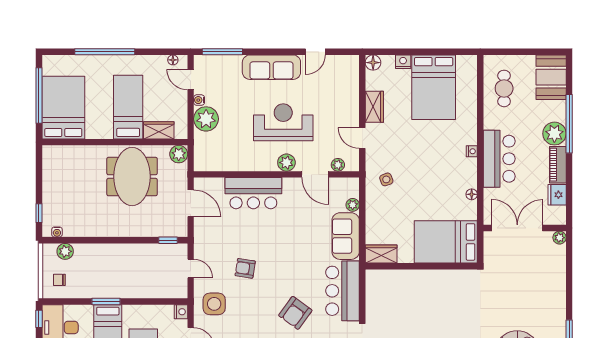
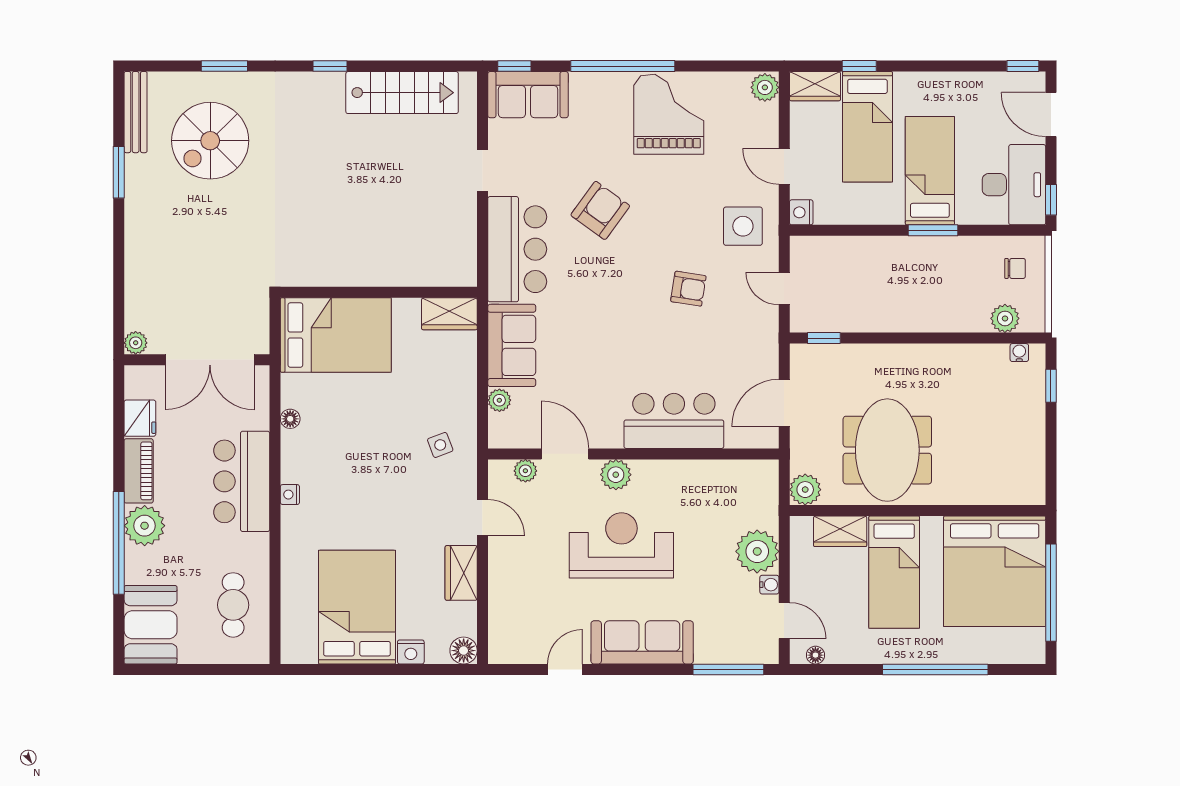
bed: (63, 108) -> (995, 571), width x1.36
reception desk: (283, 122) -> (621, 545), turned 180
door: (191, 203) -> (784, 403), hinge flipped

